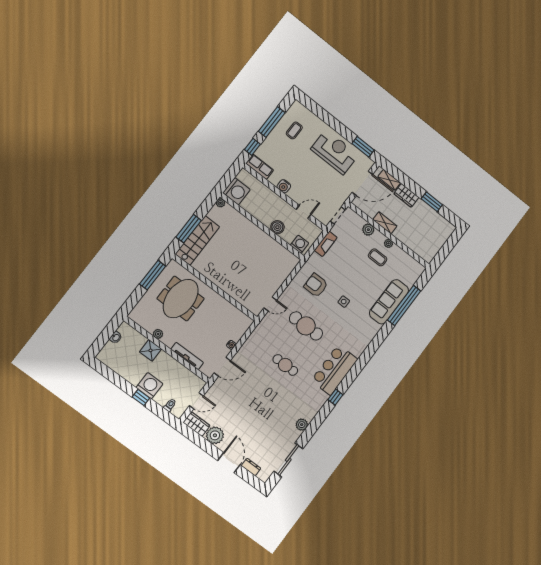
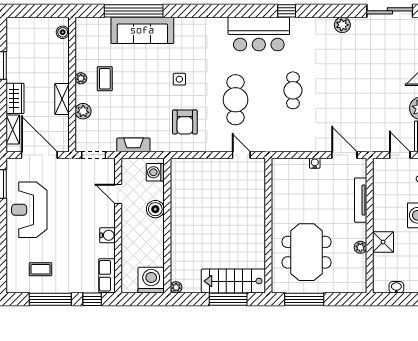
boiler: (423, 254) -> (63, 32), added
meeting table: (181, 299) -> (307, 252), turned 90

